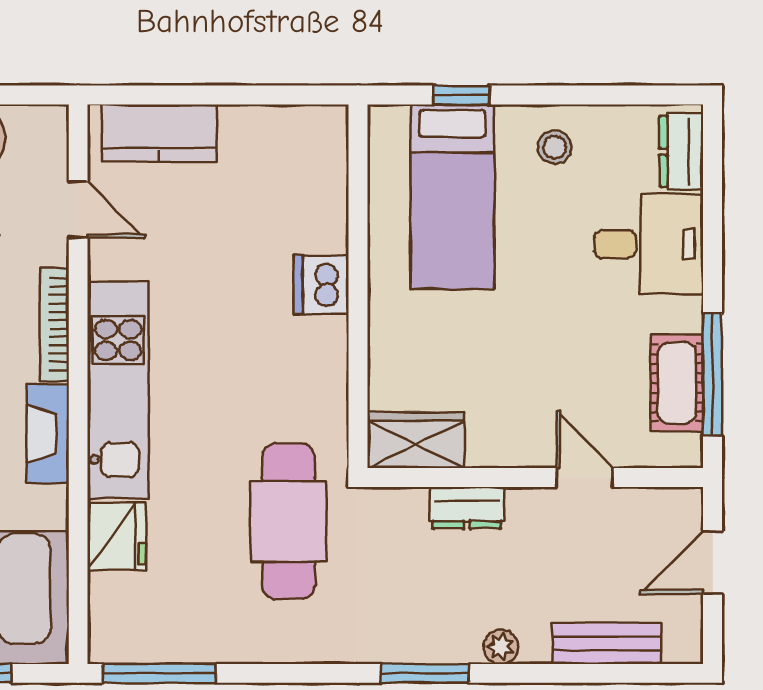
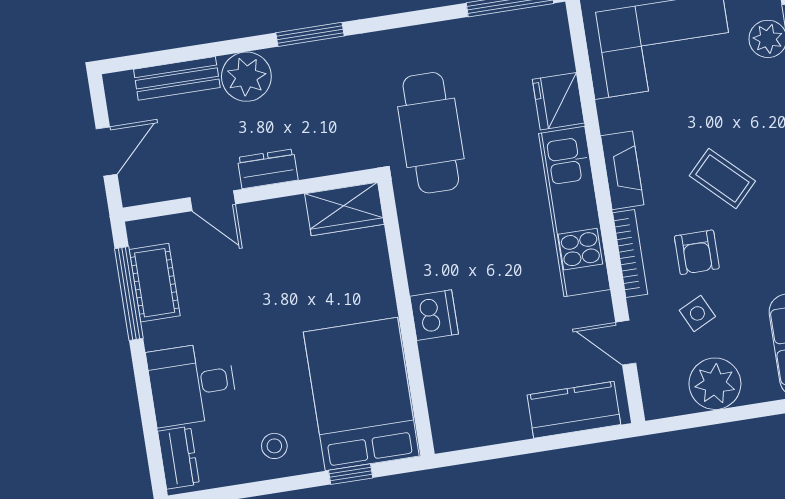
bed: (452, 197) -> (361, 394), width x1.50
dresser: (467, 508) -> (268, 169), moved
plant: (501, 647) -> (246, 77), width x1.87, depth x1.87

